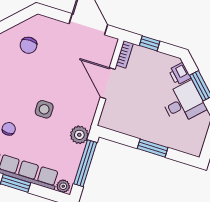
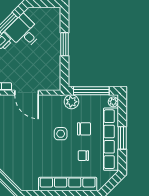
chair: (29, 45) -> (84, 129), moved
door: (108, 83) -> (27, 93), hinge flipped

